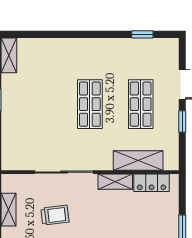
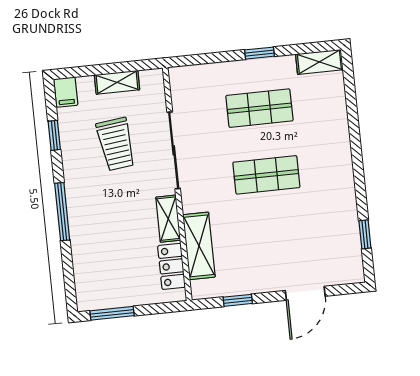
shop shelf: (141, 104) -> (259, 108), moved
window: (182, 121) -> (238, 300), moved
trolley: (55, 215) -> (116, 144), width x1.36, depth x1.39

